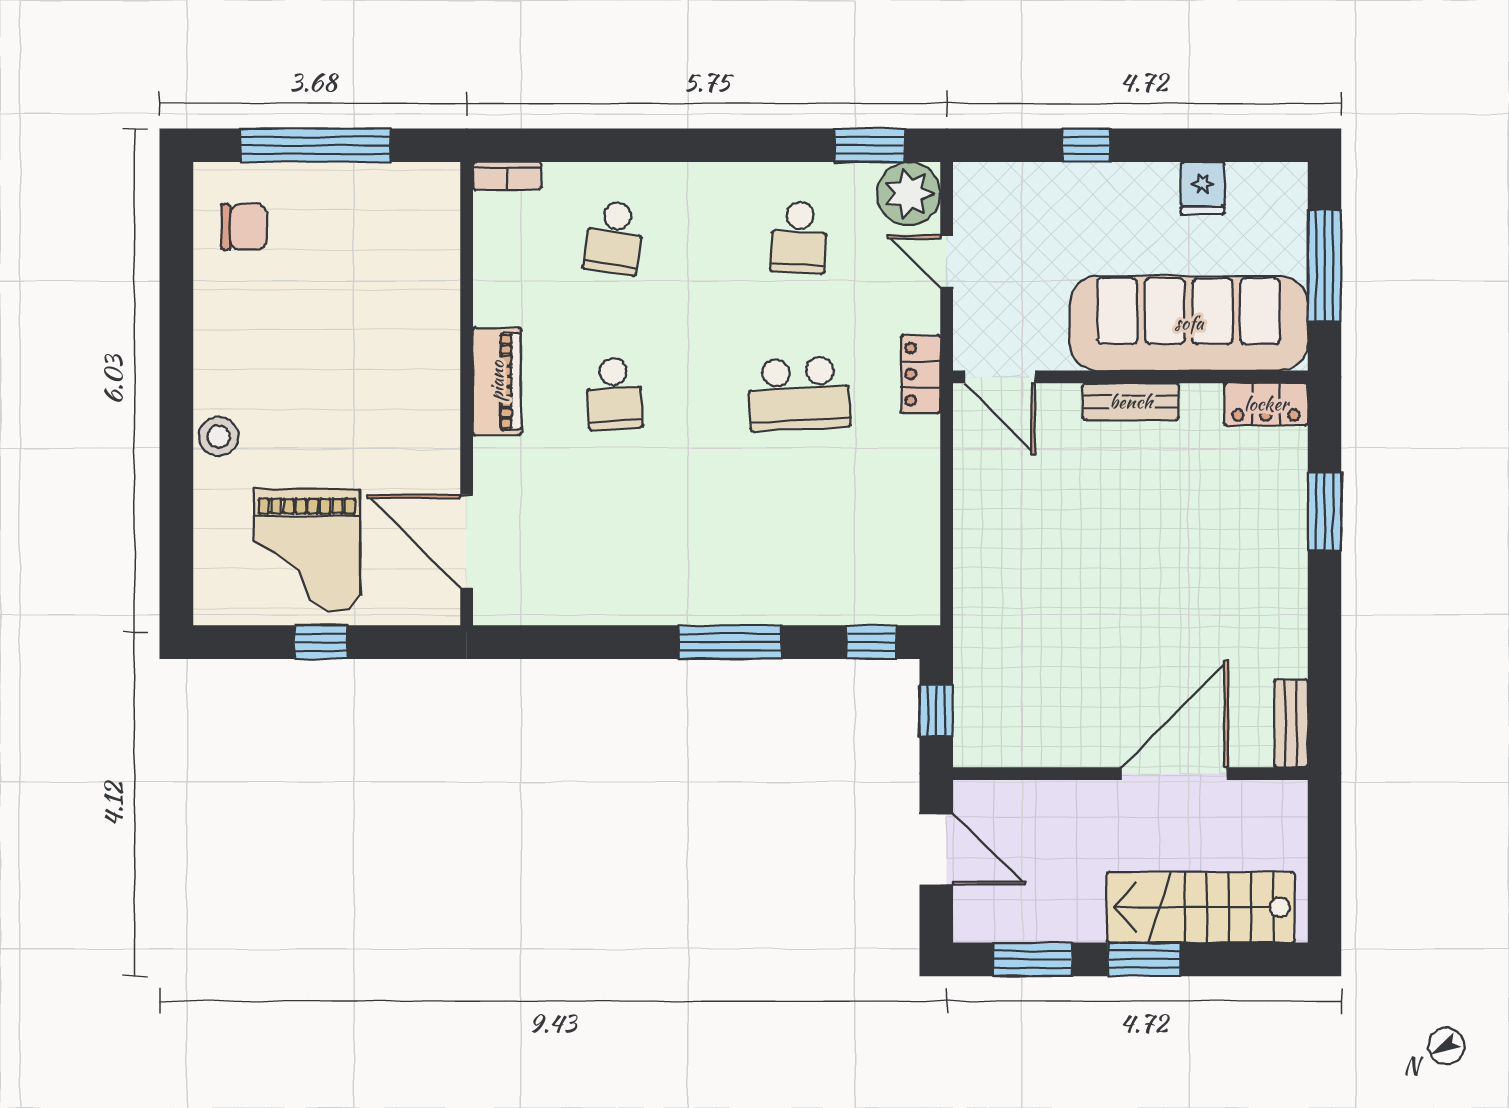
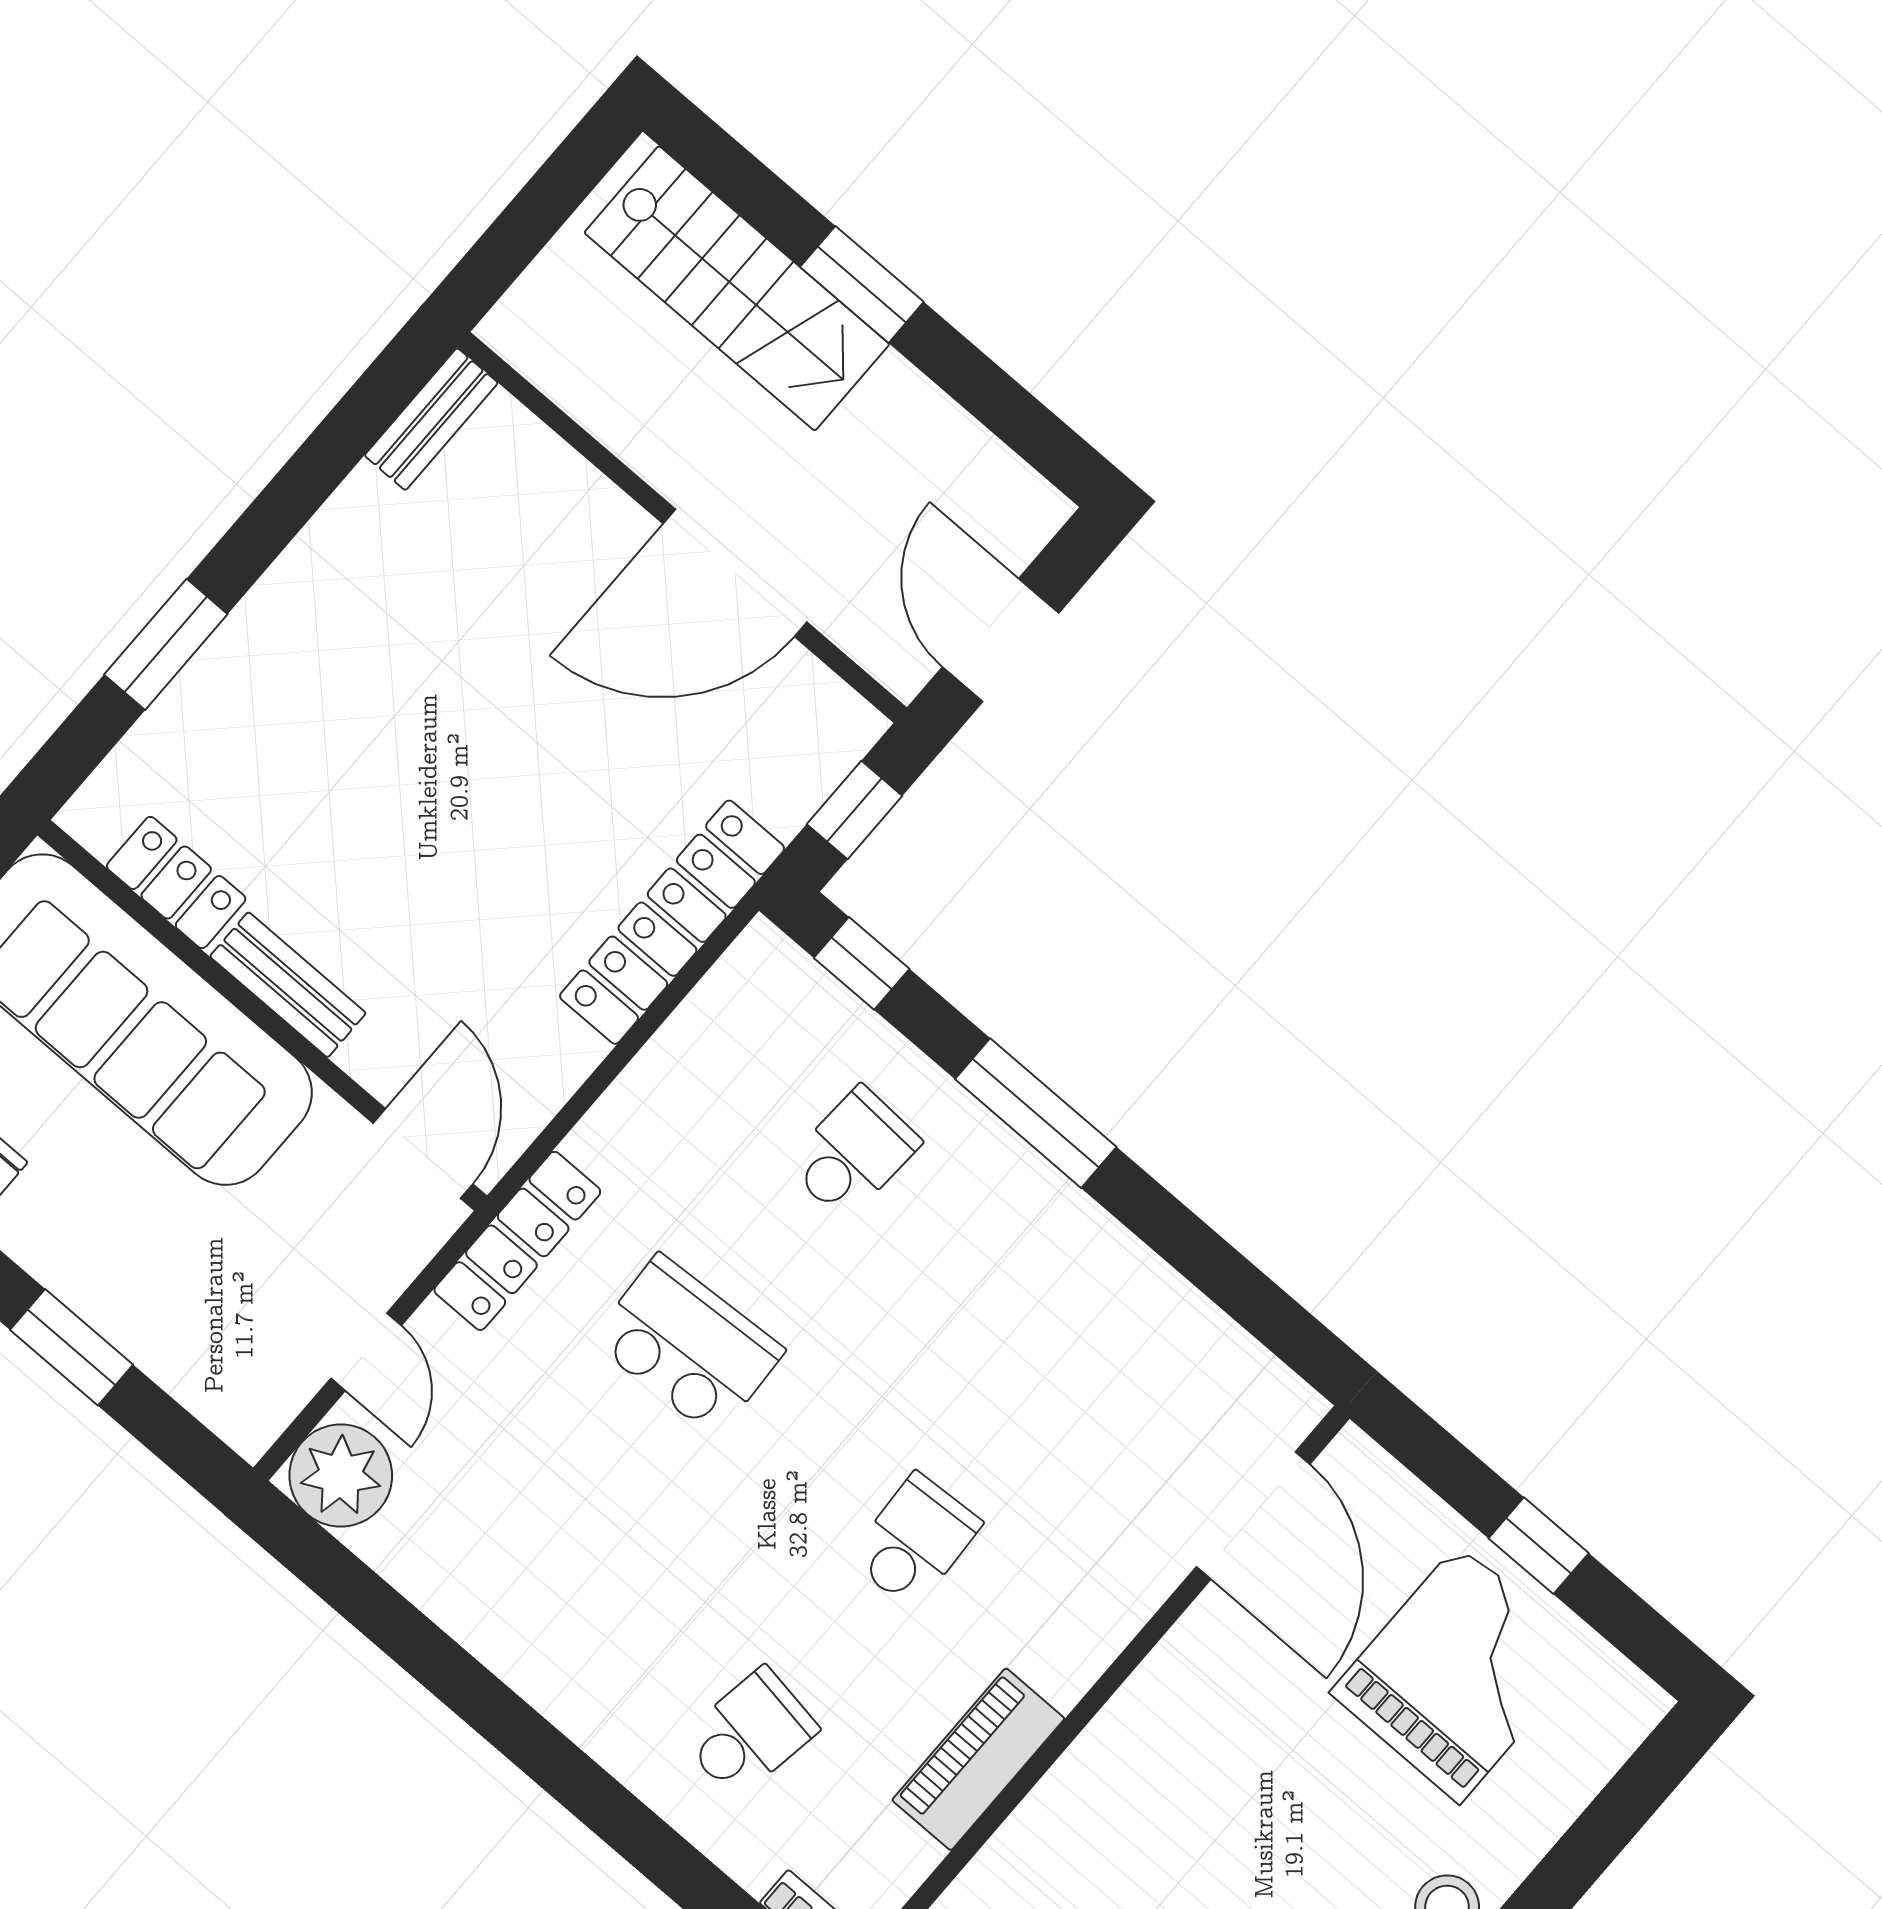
window: (869, 145) -> (338, 1577), removed
window: (1086, 145) -> (71, 1347), width x1.50
school desk: (799, 237) -> (853, 1153), moved
locker: (921, 374) -> (517, 1241), width x1.53
piano: (497, 381) -> (978, 1759), moved
locker: (1266, 404) -> (176, 883), moved
locker: (976, 585) -> (672, 922), added
door: (1175, 774) -> (735, 573), moved
window: (1033, 959) -> (999, 402), removed

